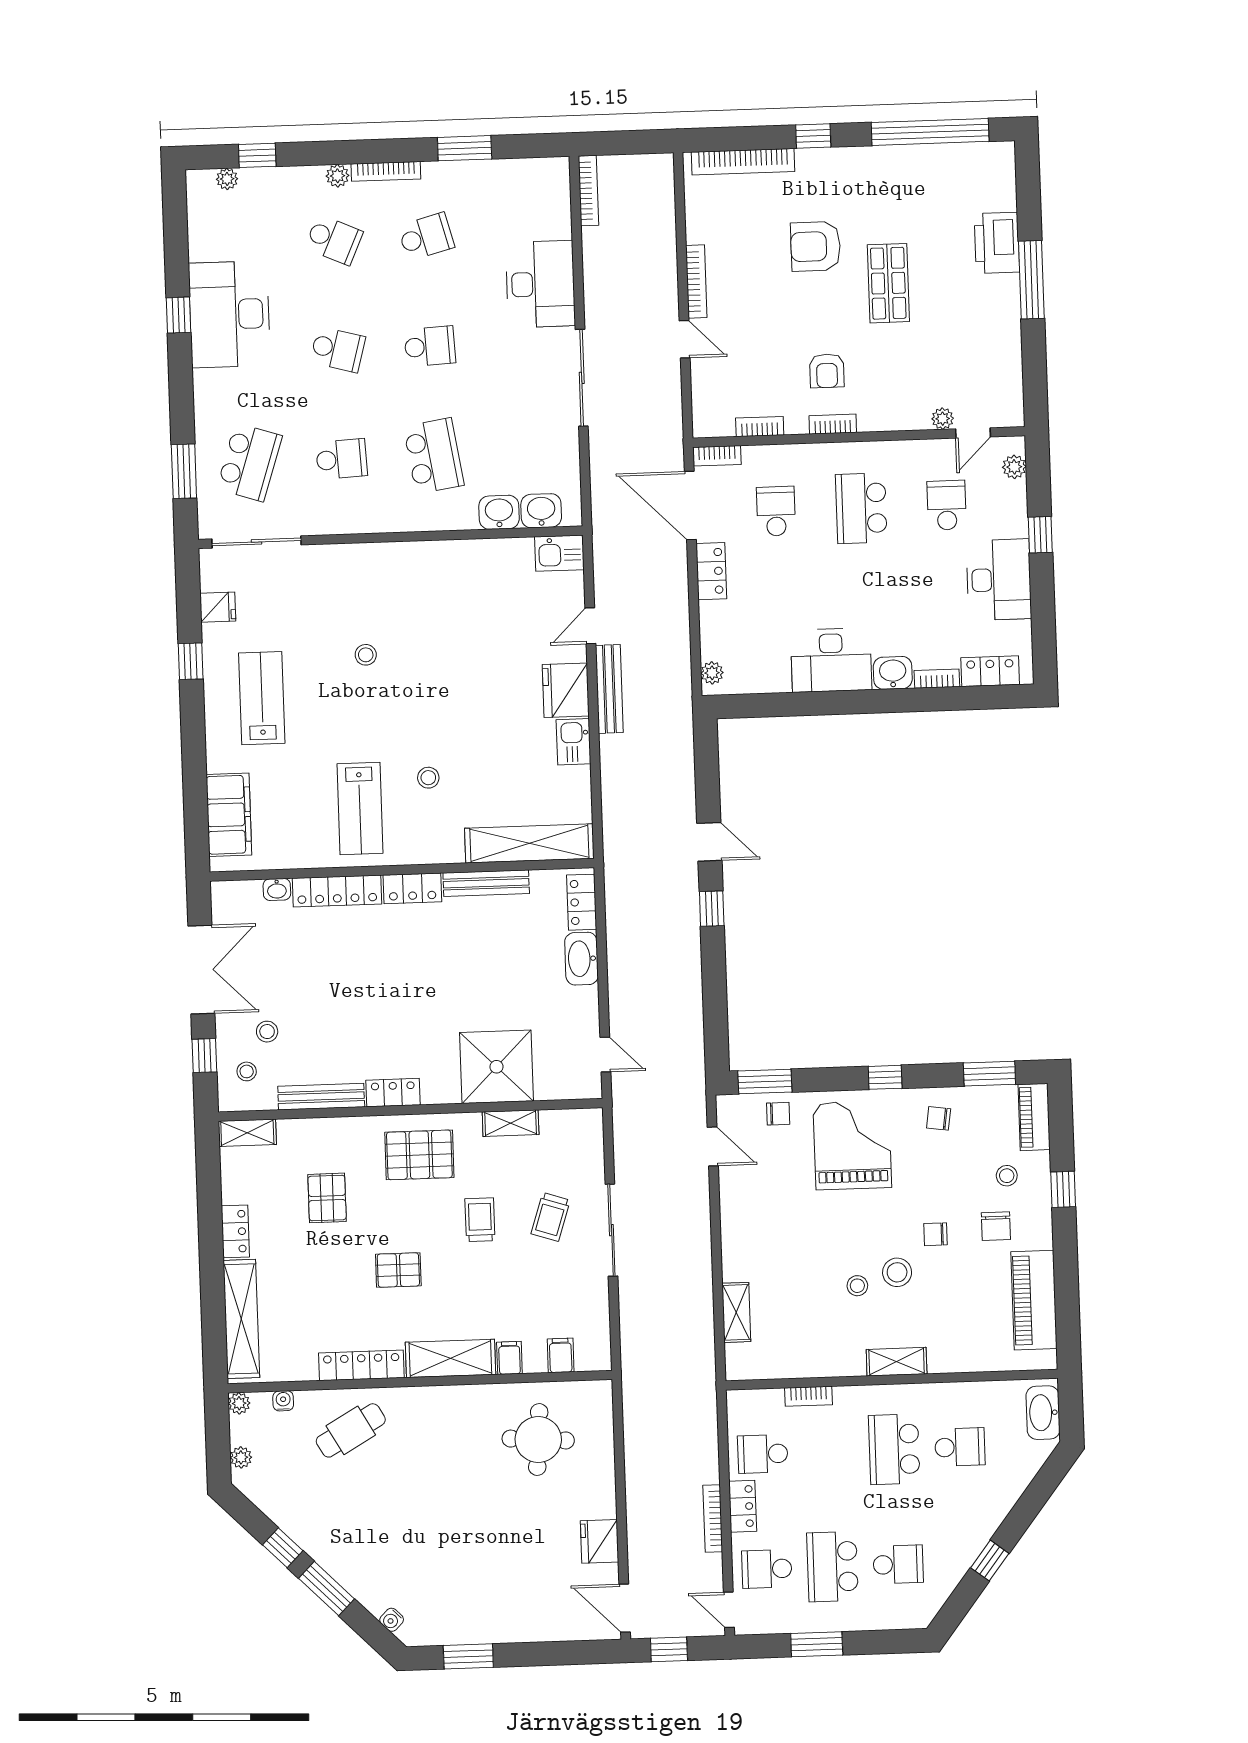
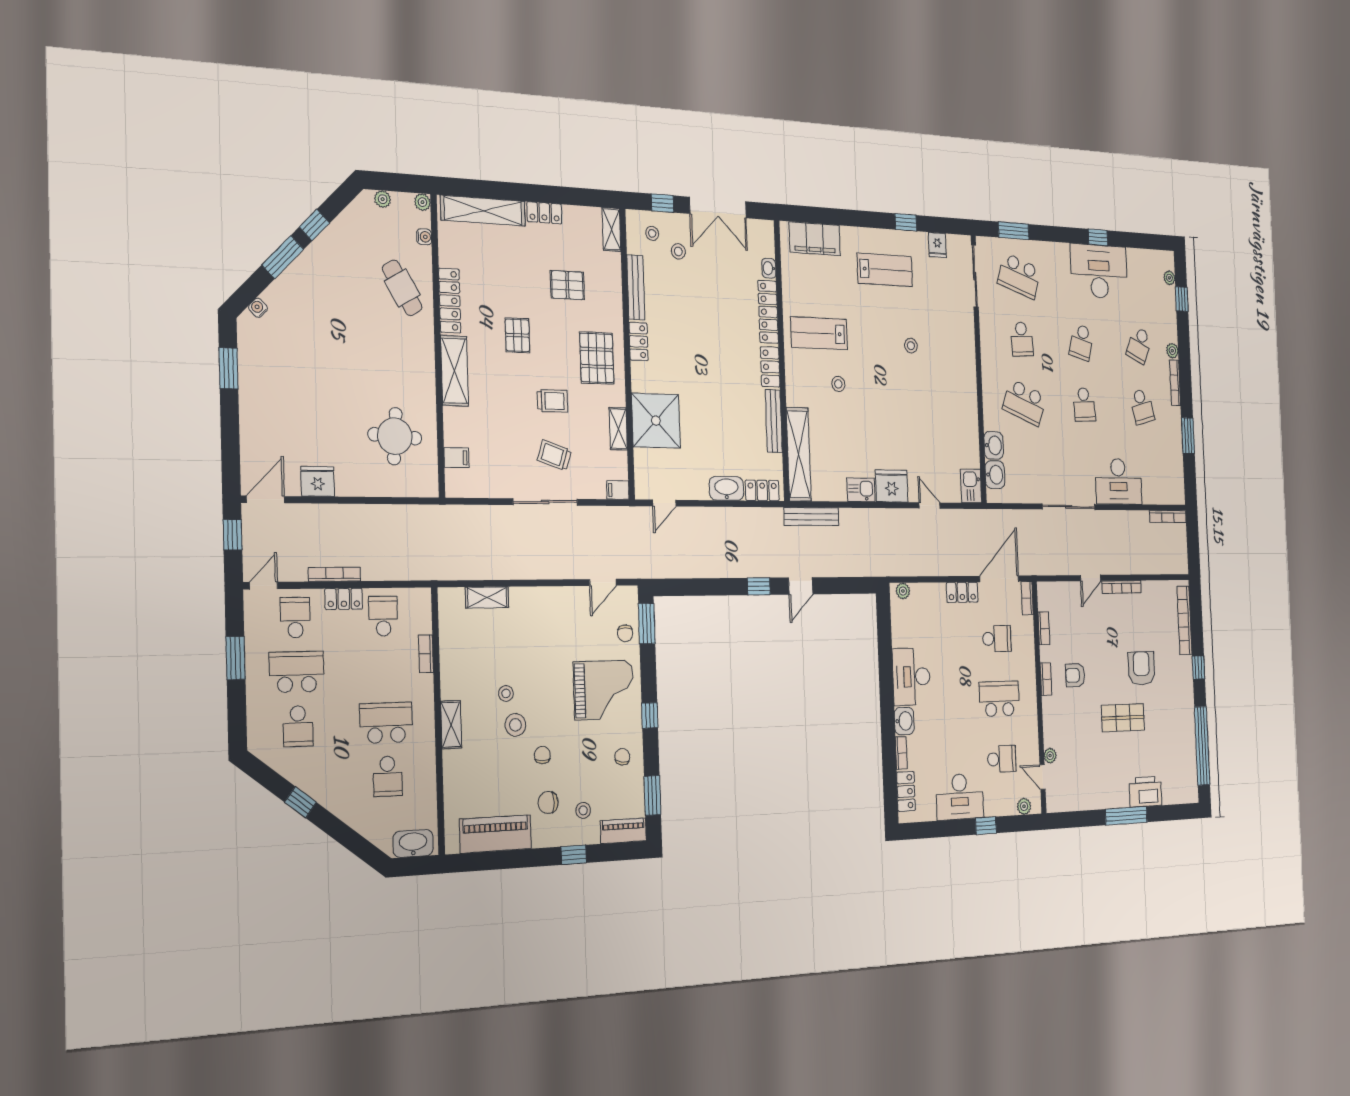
school desk: (434, 456) -> (1024, 402), turned 30
bench: (609, 689) -> (811, 517), moved
filing cabinet: (509, 1358) -> (618, 490), moved, turned 180

